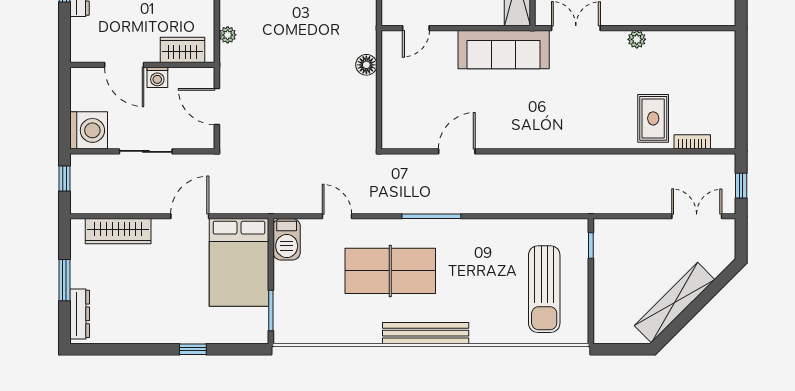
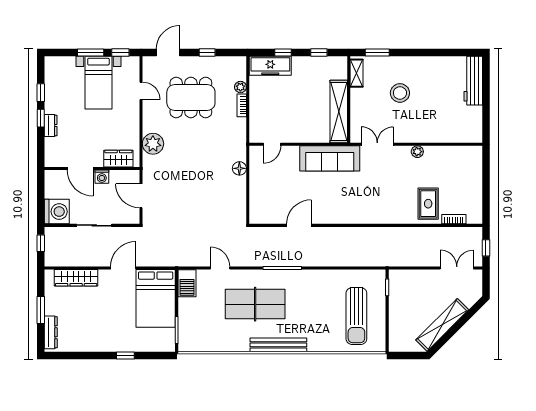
plant: (228, 35) -> (153, 144), width x1.88, depth x1.88

